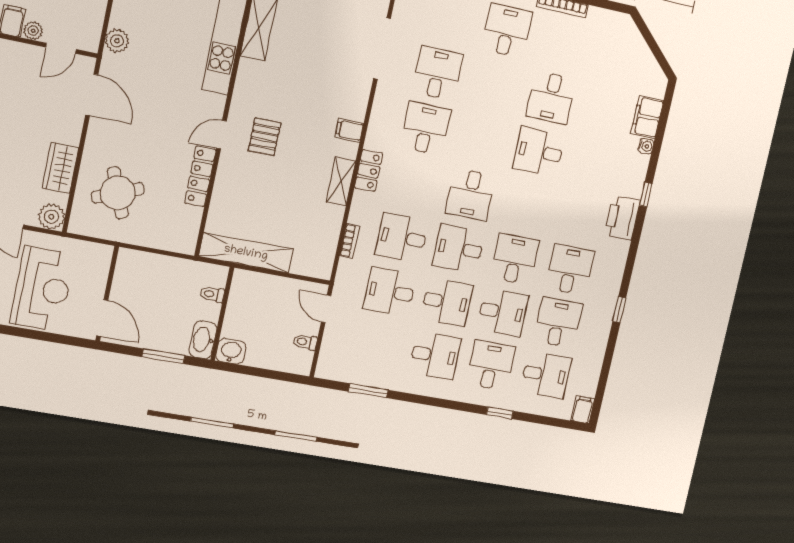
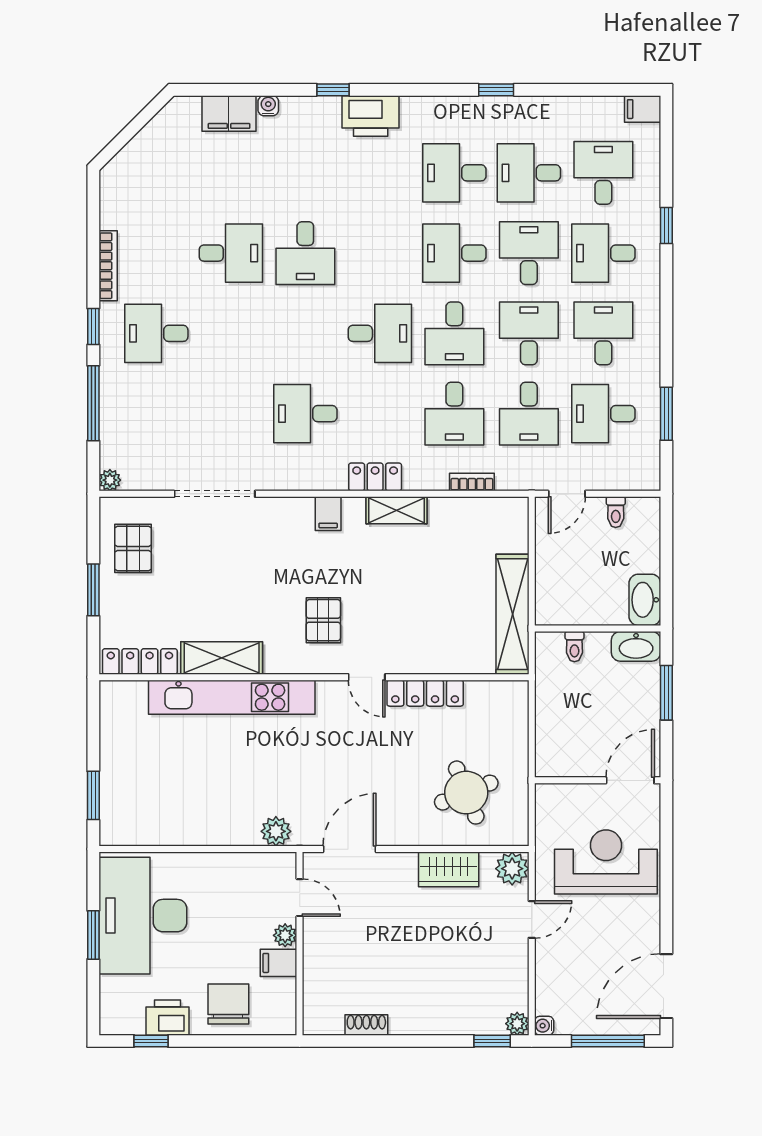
desk: (438, 73) -> (603, 414), moved
pallet: (265, 137) -> (323, 620), moved, turned 90
washbasin: (231, 351) -> (645, 600), width x1.38

